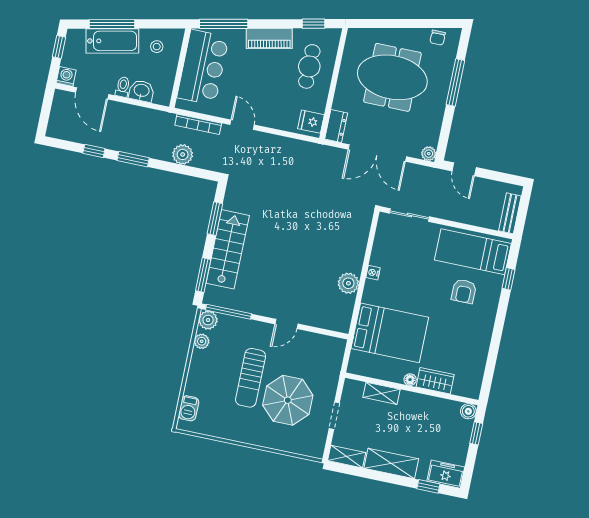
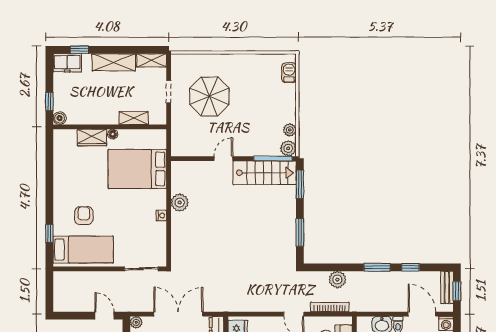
window: (45, 112) -> (457, 291), added
bench: (510, 213) -> (447, 287), moved
stairs: (228, 249) -> (265, 173), moved, turned -90
sun lounger: (251, 378) -> (244, 108), removed

